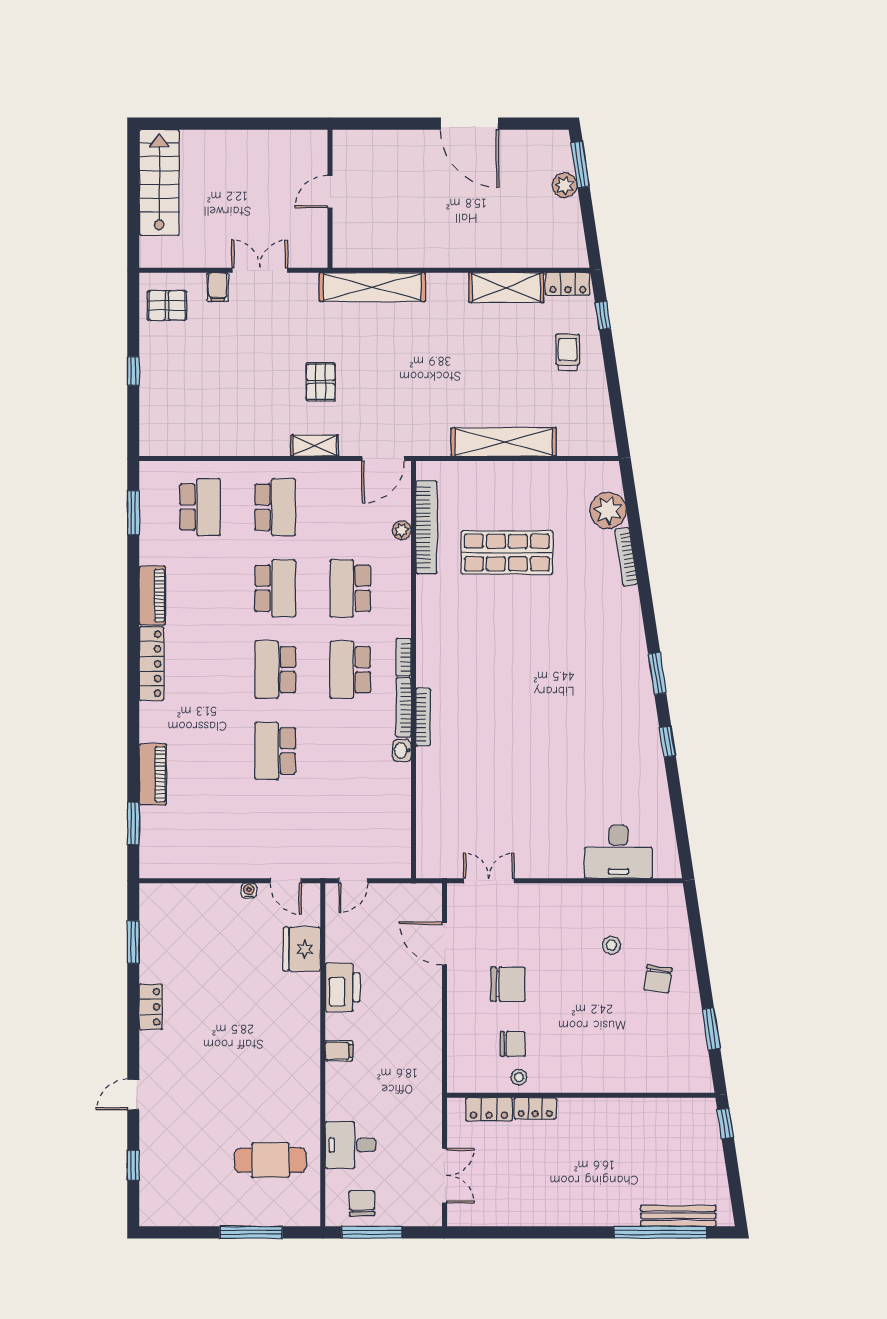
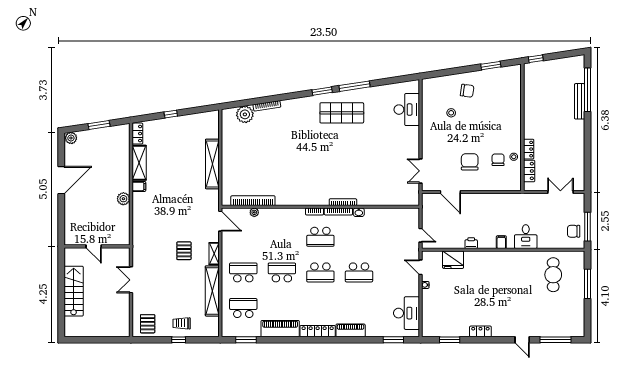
window: (580, 164) -> (99, 125), moved
stairs: (159, 182) -> (74, 291), moved, turned 90
plant: (565, 185) -> (71, 138), moved
plant: (430, 255) -> (123, 199), added
filing cabinet: (218, 287) -> (139, 186), moved
shelving: (372, 287) -> (212, 291), moved
window: (603, 315) -> (171, 114), moved
trolley: (568, 352) -> (182, 323), moved
pallet: (321, 382) -> (184, 251), turned 90
shop shelf: (507, 553) -> (342, 113), moved, turned 90
school desk: (350, 588) -> (282, 237), removed
piano: (152, 595) -> (280, 329), width x1.37, depth x1.33
window: (668, 742) -> (355, 86), width x2.17
piano: (153, 774) -> (351, 330), moved
desk: (189, 851) -> (406, 313), added
door: (286, 881) -> (421, 267), swing flipped
door: (444, 944) -> (450, 192), hinge flipped
printer: (343, 987) -> (471, 243), width x0.53, depth x0.68
desk: (351, 1145) -> (526, 237), moved
window: (133, 1165) -> (556, 340), width x2.17
bench: (678, 1216) -> (580, 101), moved

